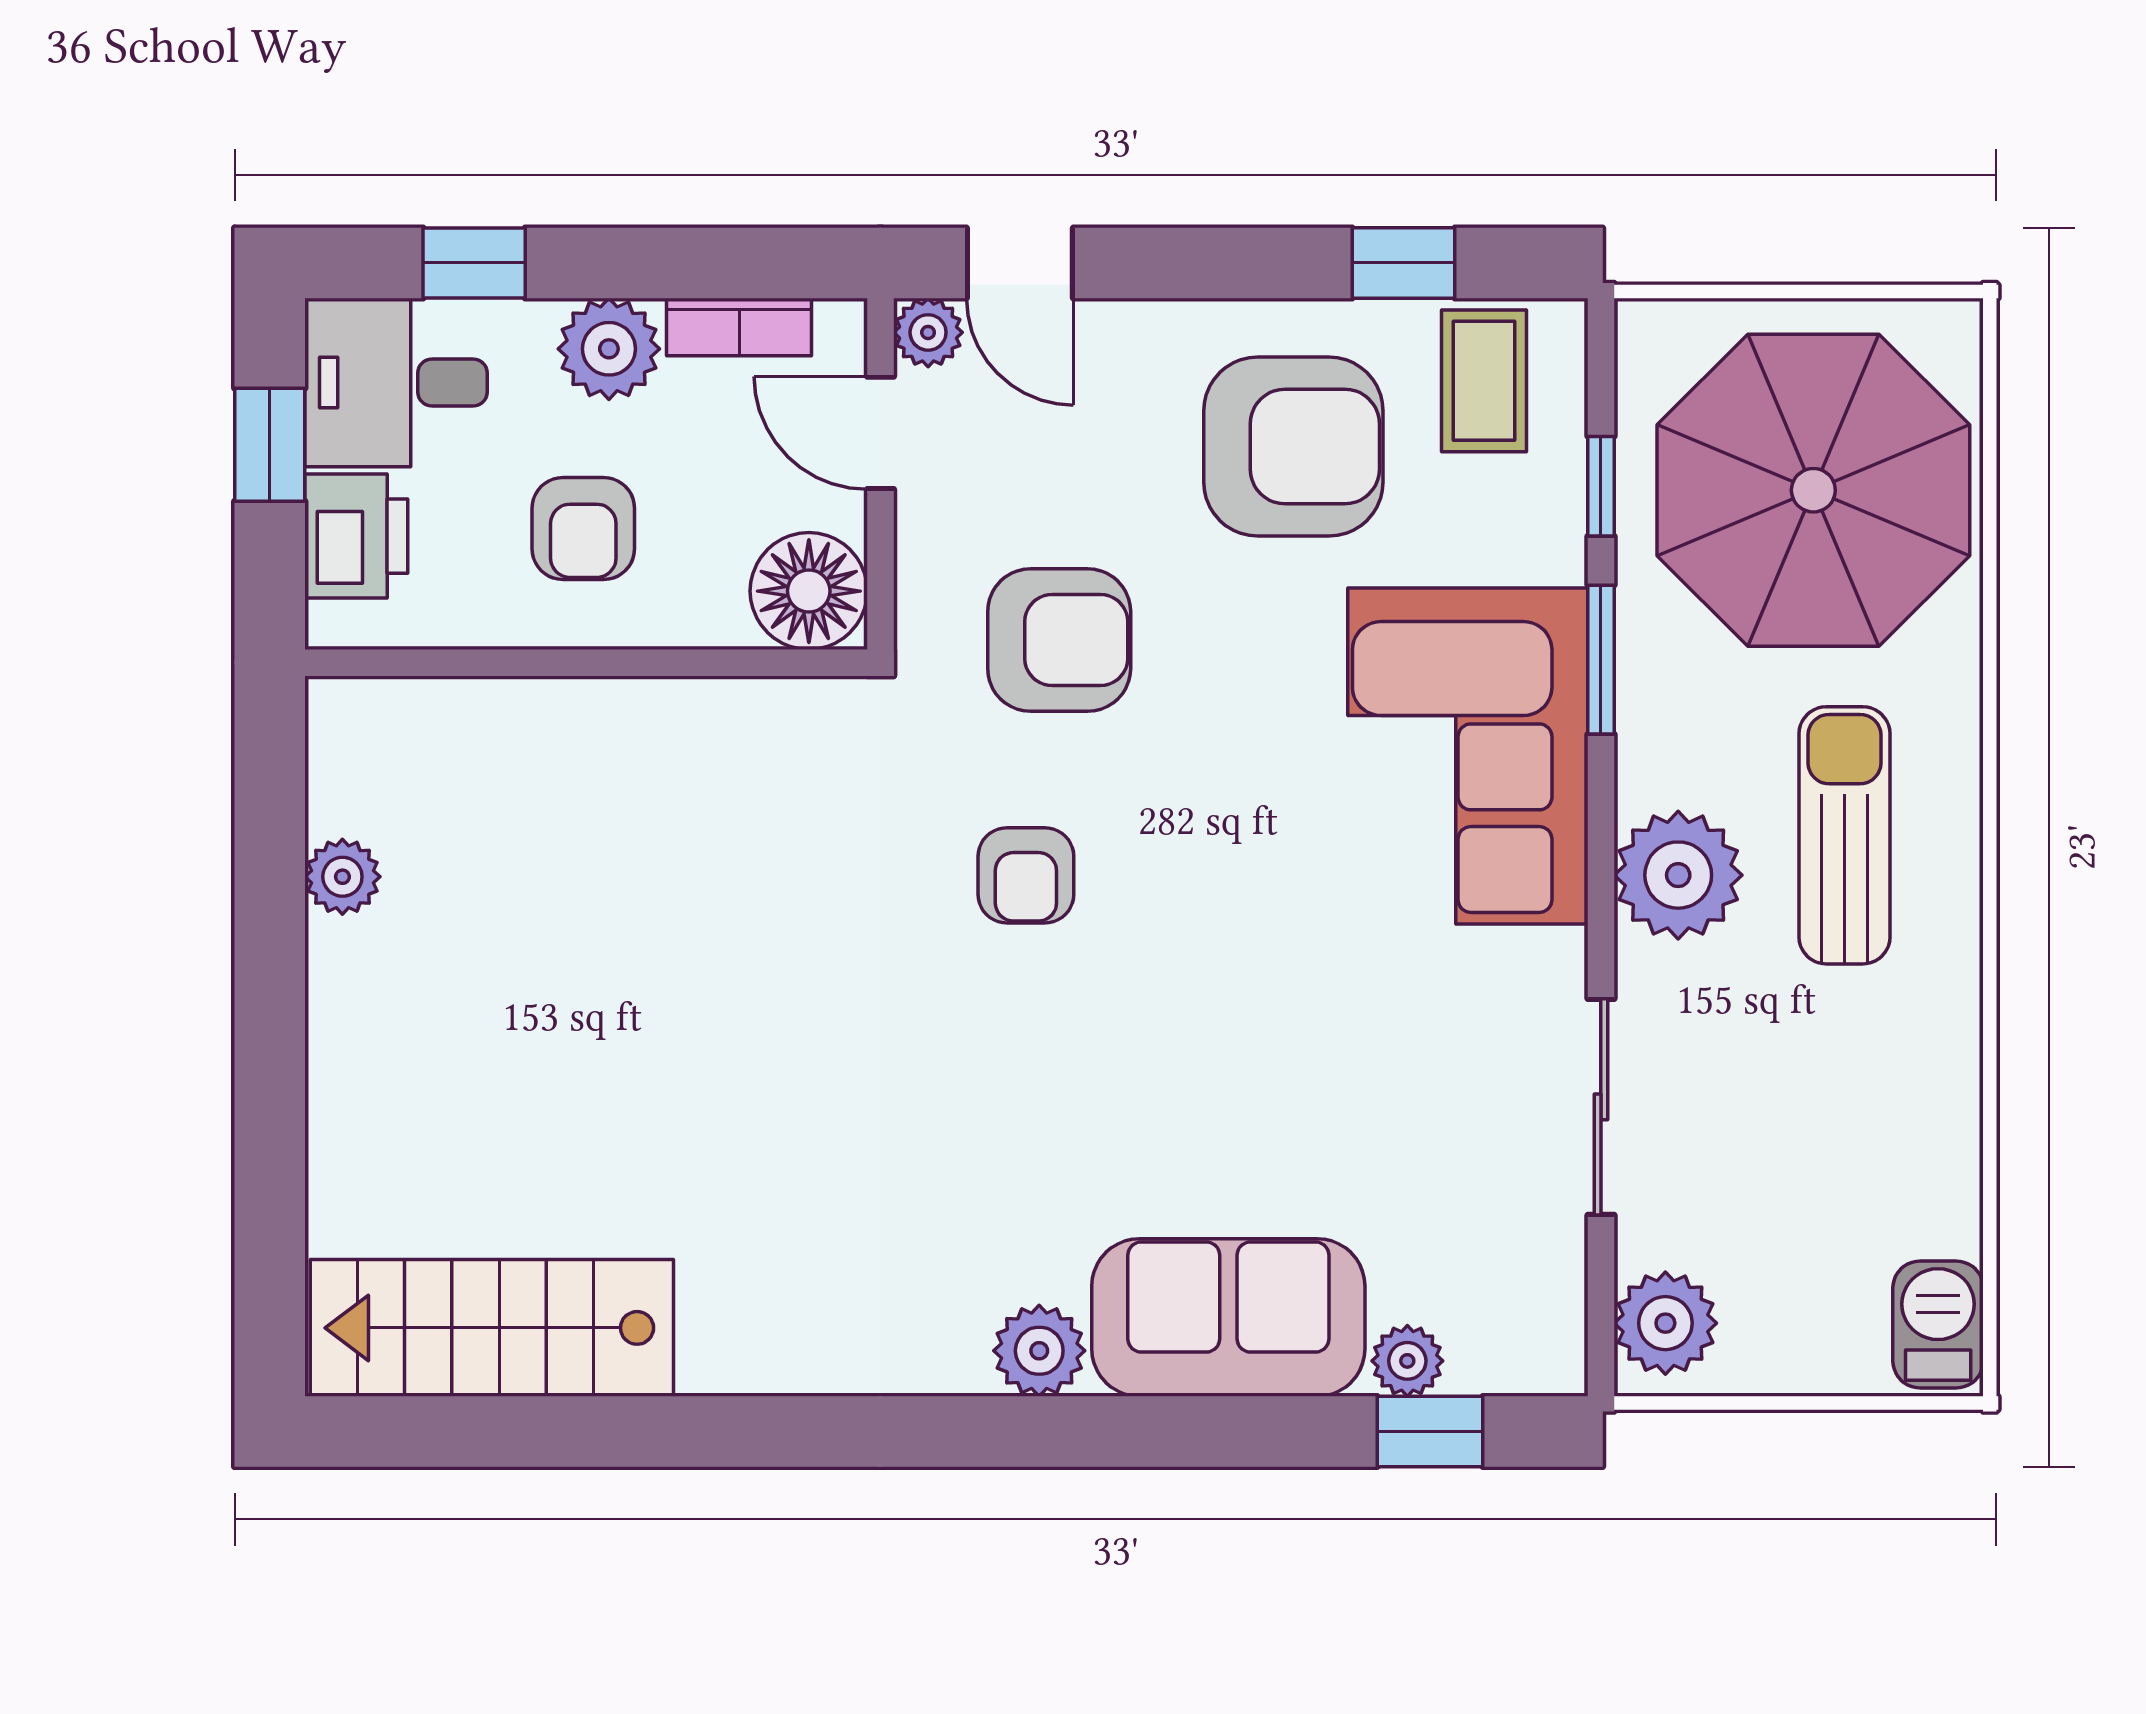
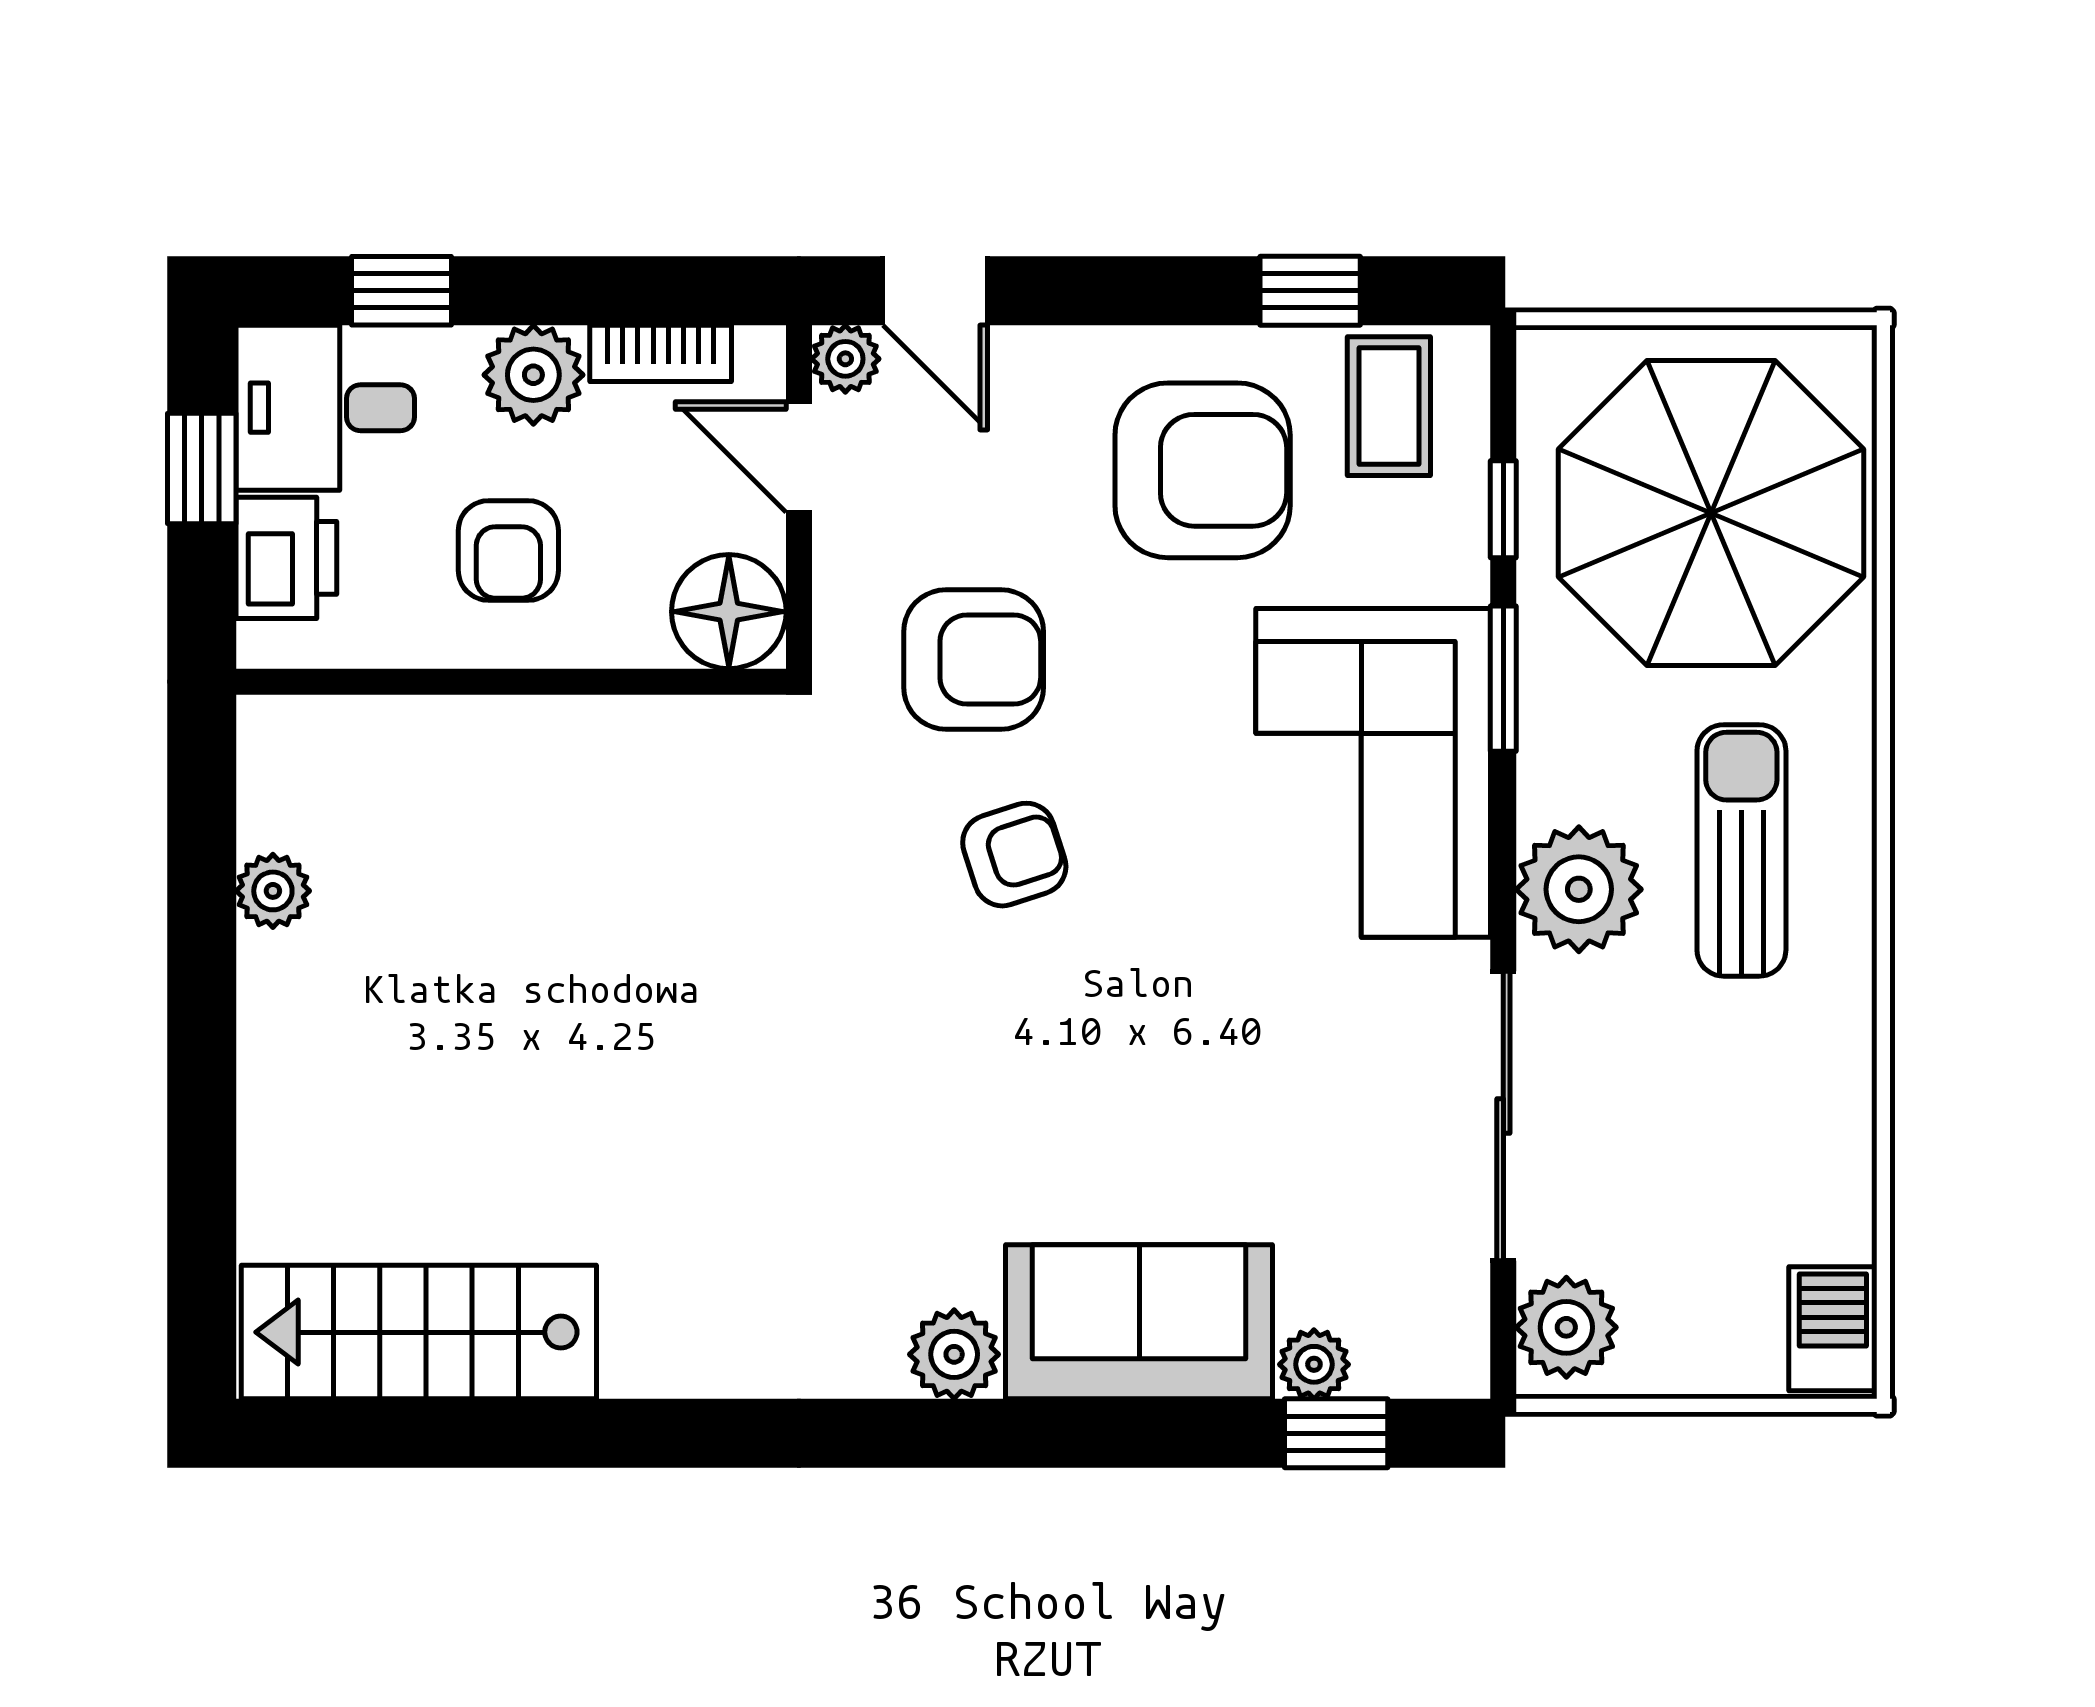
armchair: (1026, 875) -> (1014, 855), moved, turned -108
sliding door: (1601, 1107) -> (1503, 1116), width x1.37

